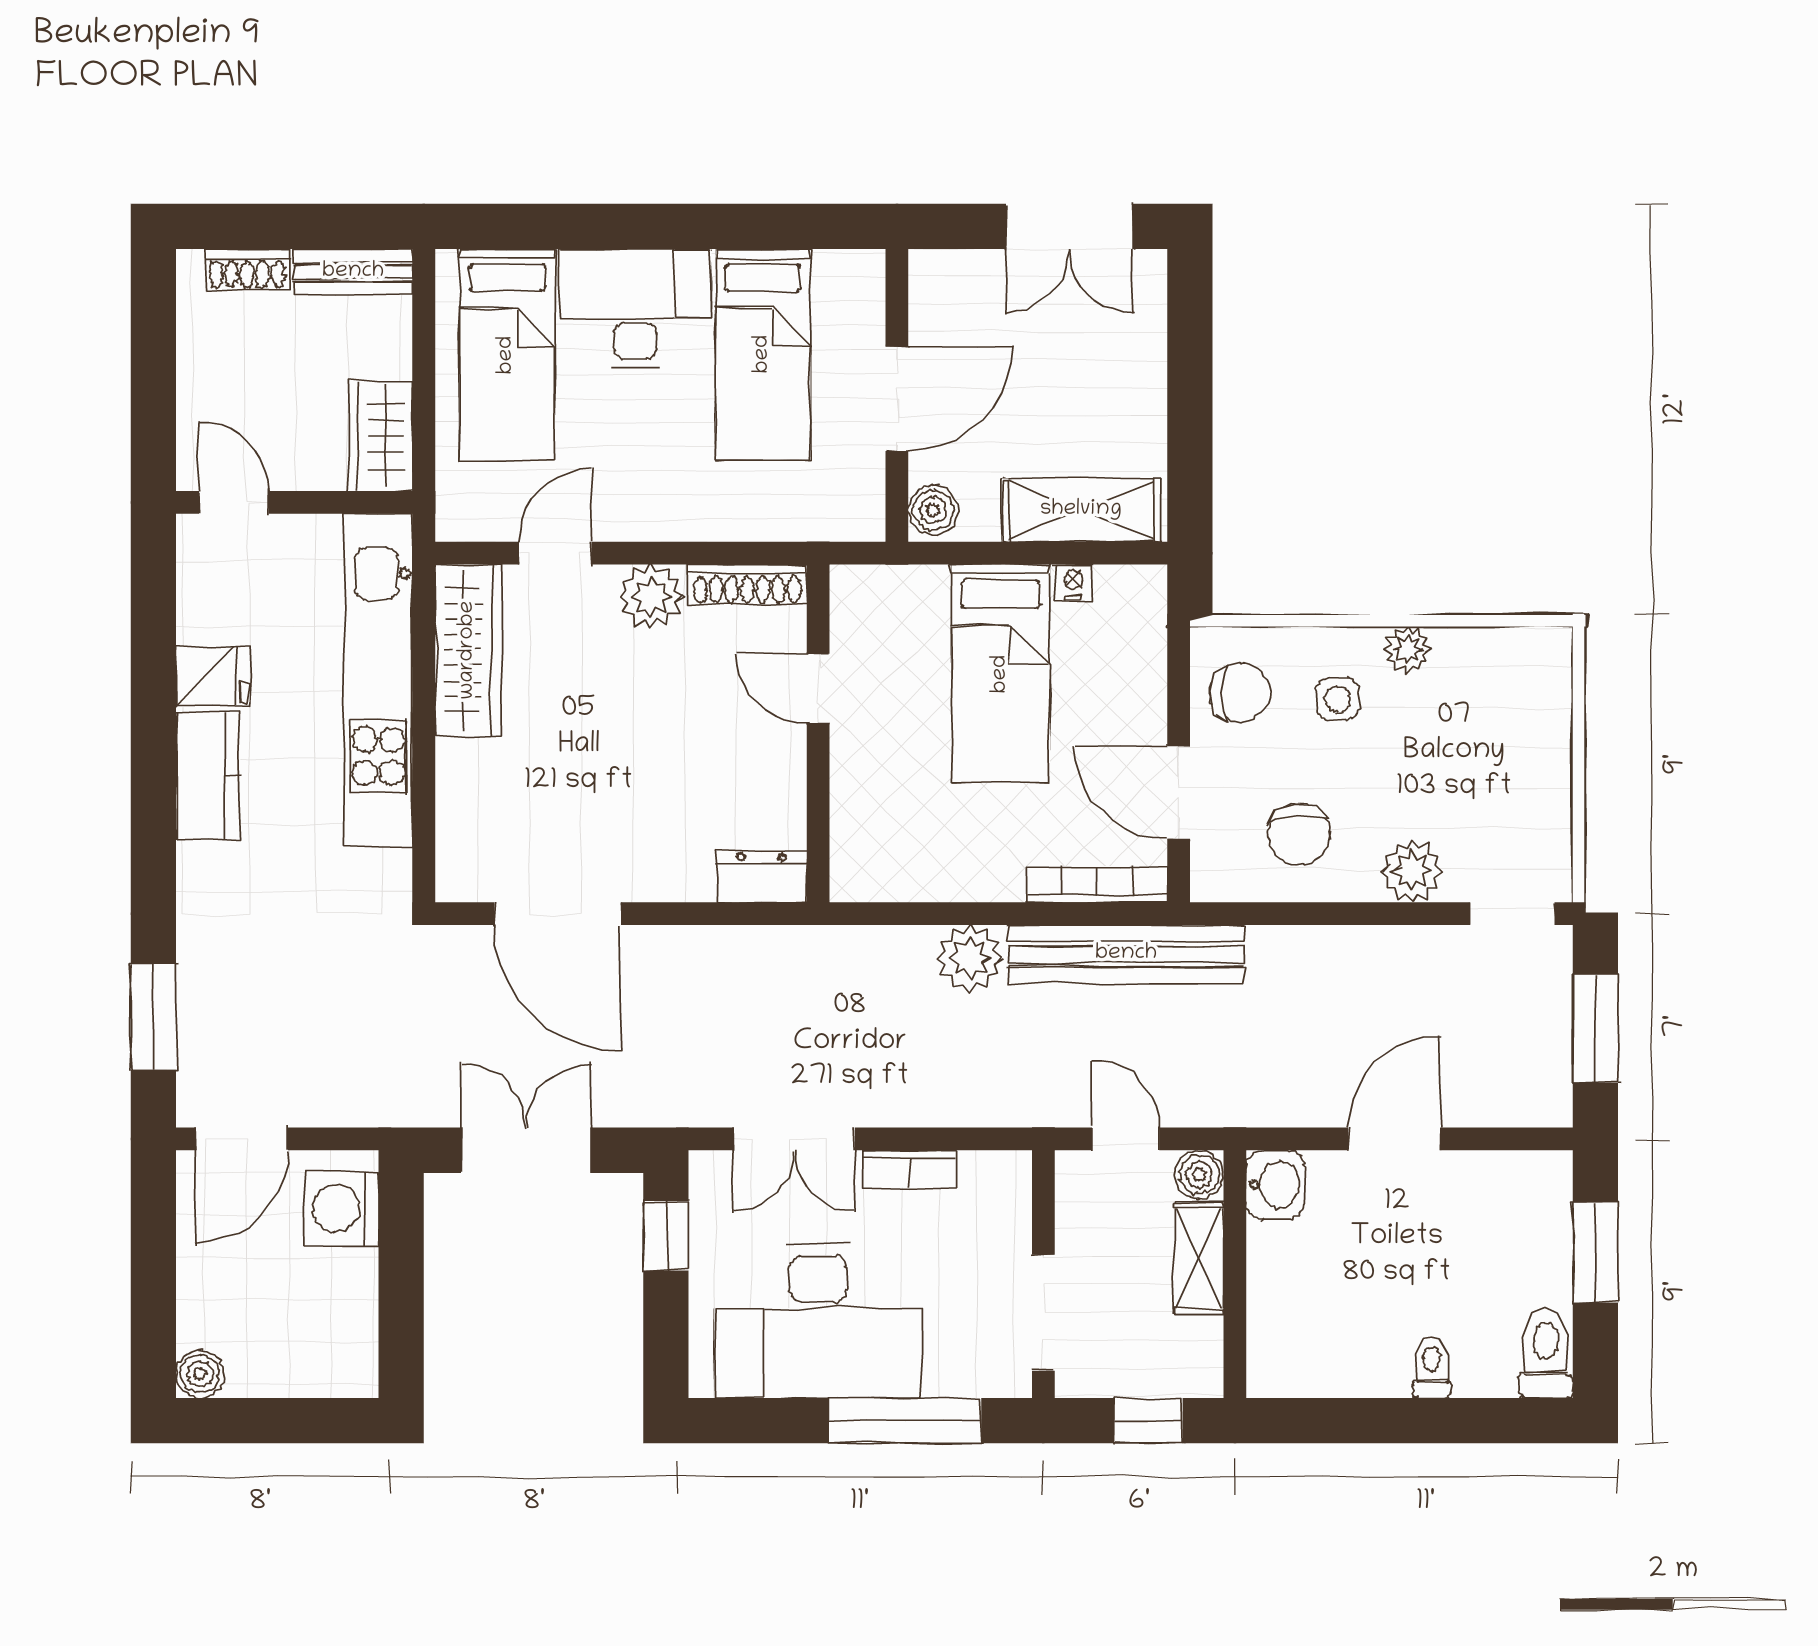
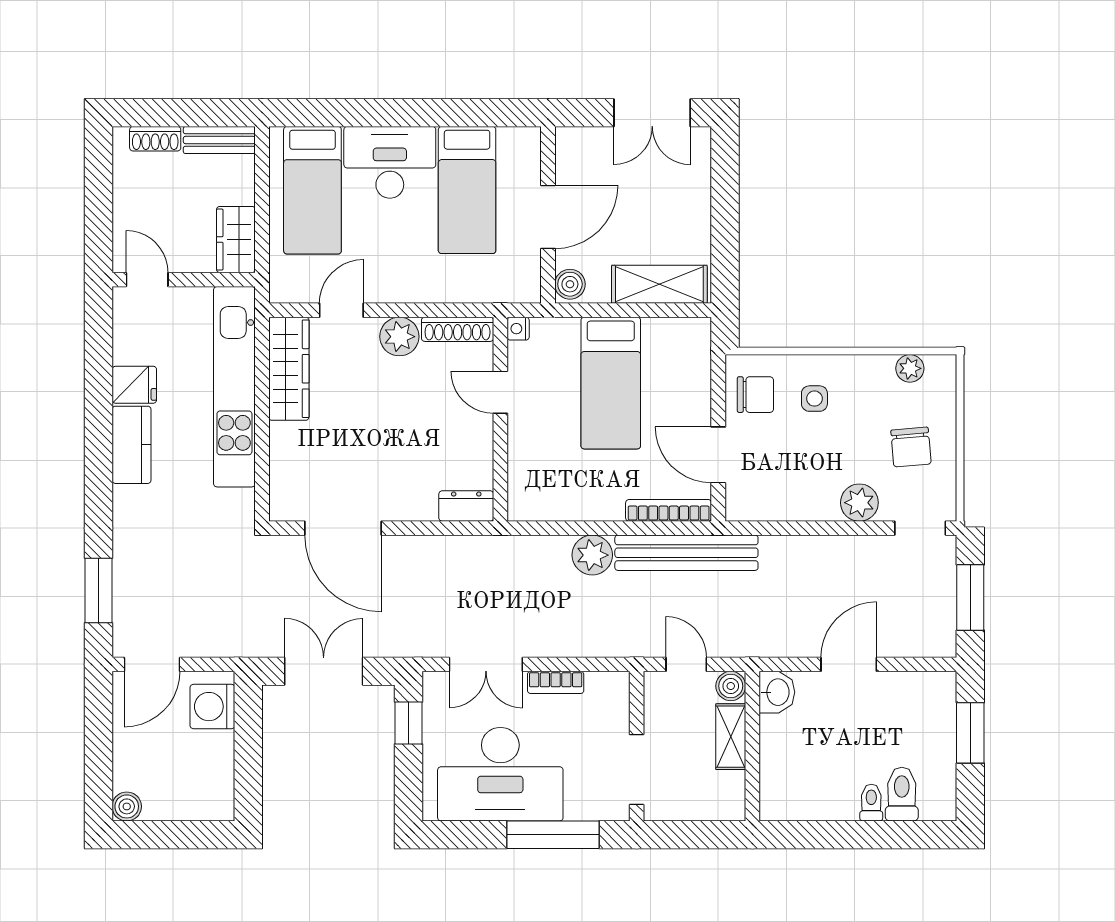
nightstand: (1073, 583) -> (518, 329), moved, turned -90
plant: (1408, 649) -> (910, 368), moved
chair: (1299, 834) -> (911, 447), moved
toilet: (1546, 1353) -> (902, 794), moved
window: (1148, 1421) -> (700, 835), removed

